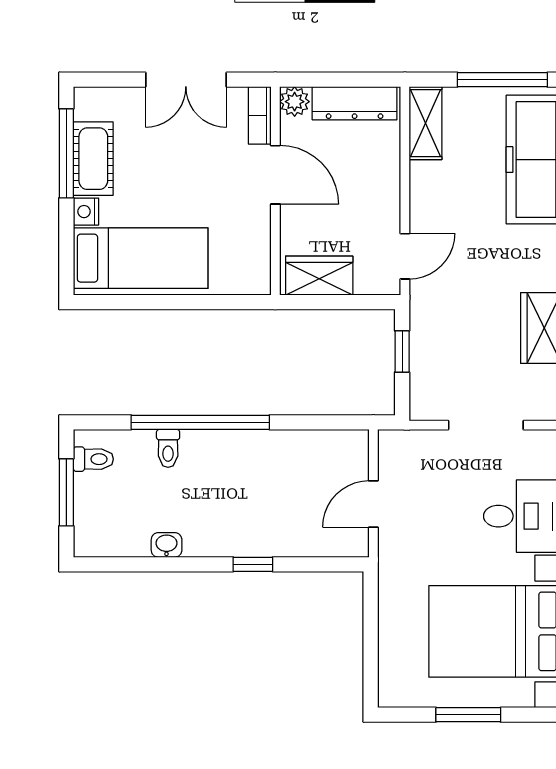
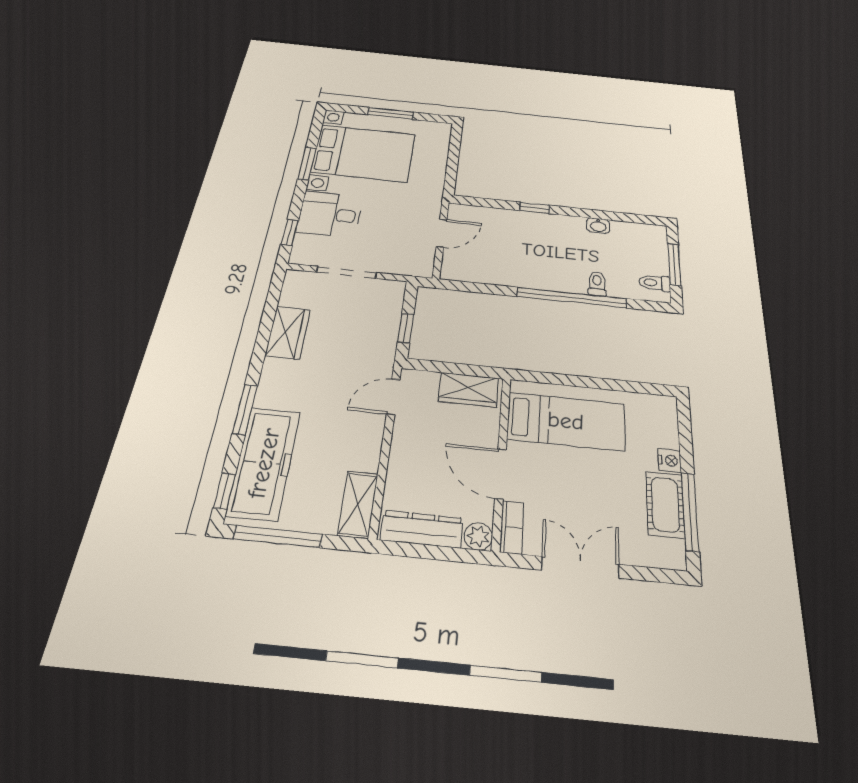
bed: (141, 258) -> (566, 421), moved, turned 180

